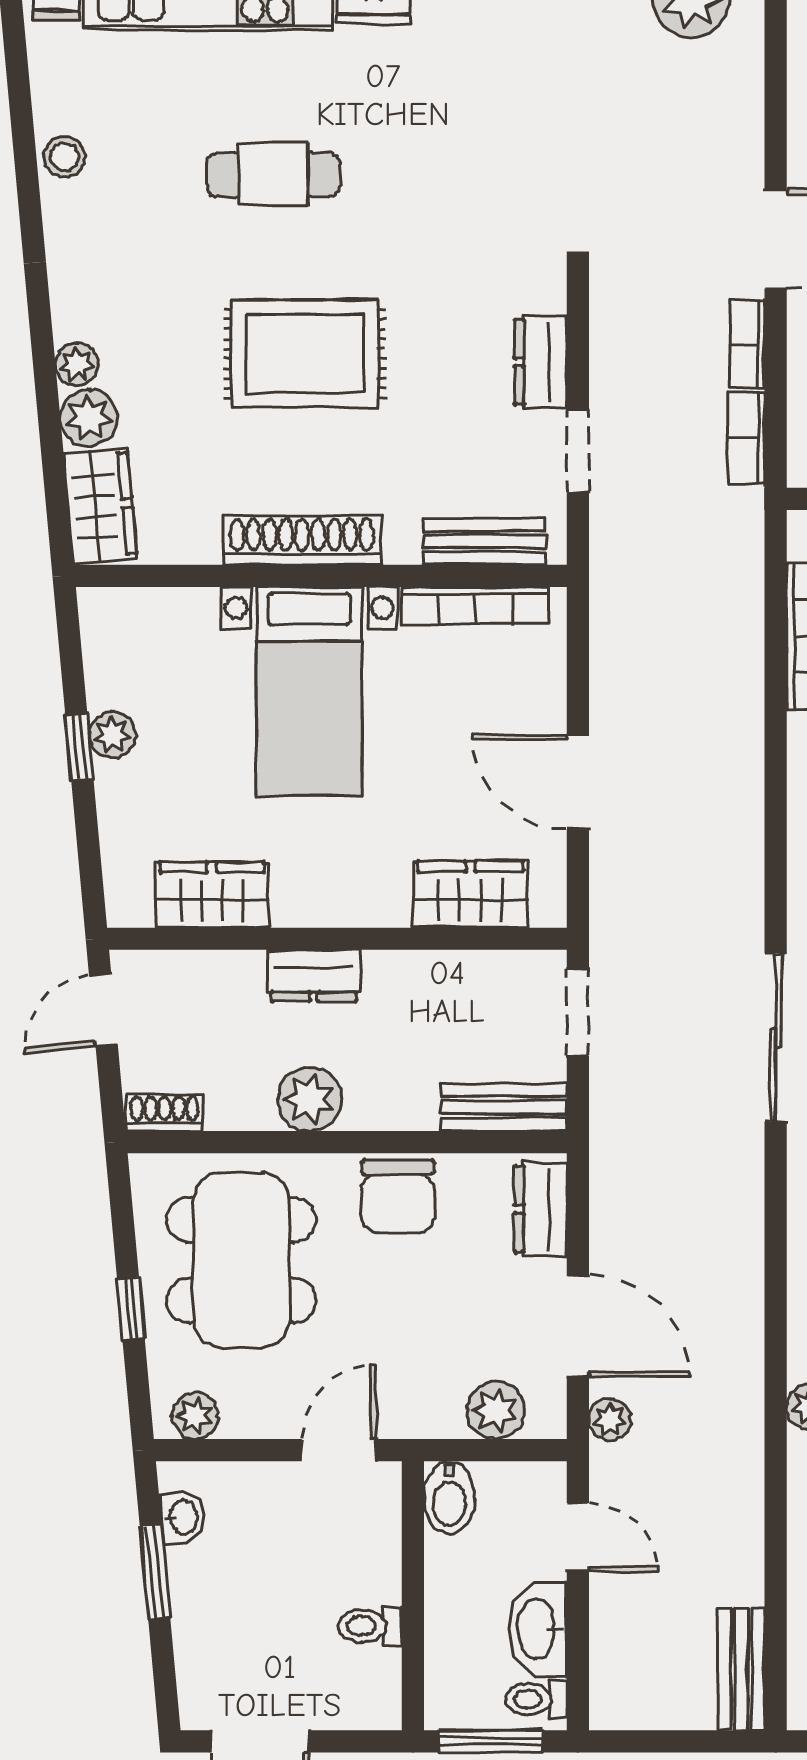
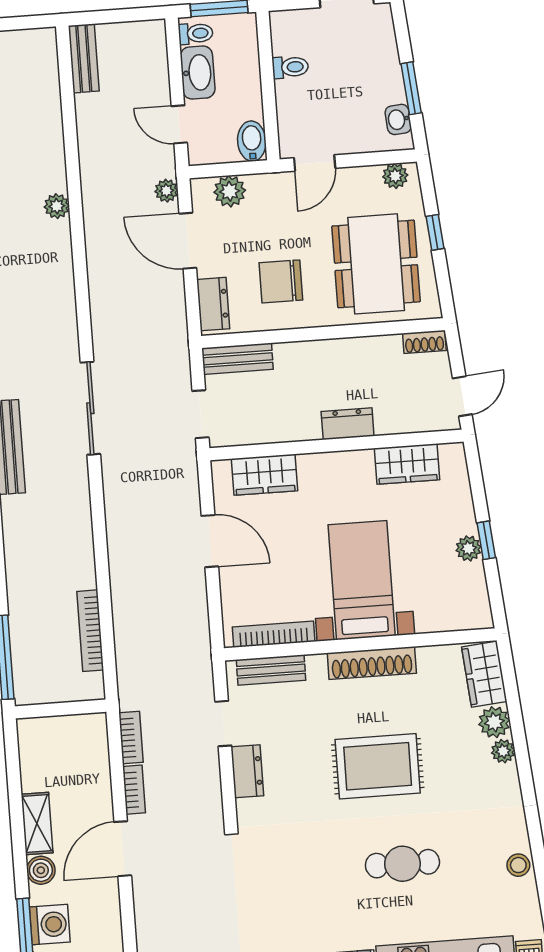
plant: (310, 1099) -> (345, 355), removed
chair: (398, 1197) -> (281, 281), moved, turned -90

